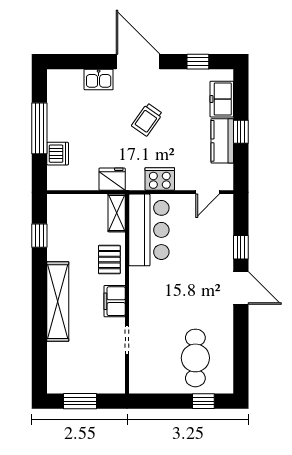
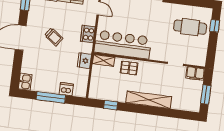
kitchen sink: (99, 79) -> (25, 82), moved
bar counter: (149, 230) -> (123, 45), width x1.36
filing cabinet: (115, 301) -> (195, 74), moved

